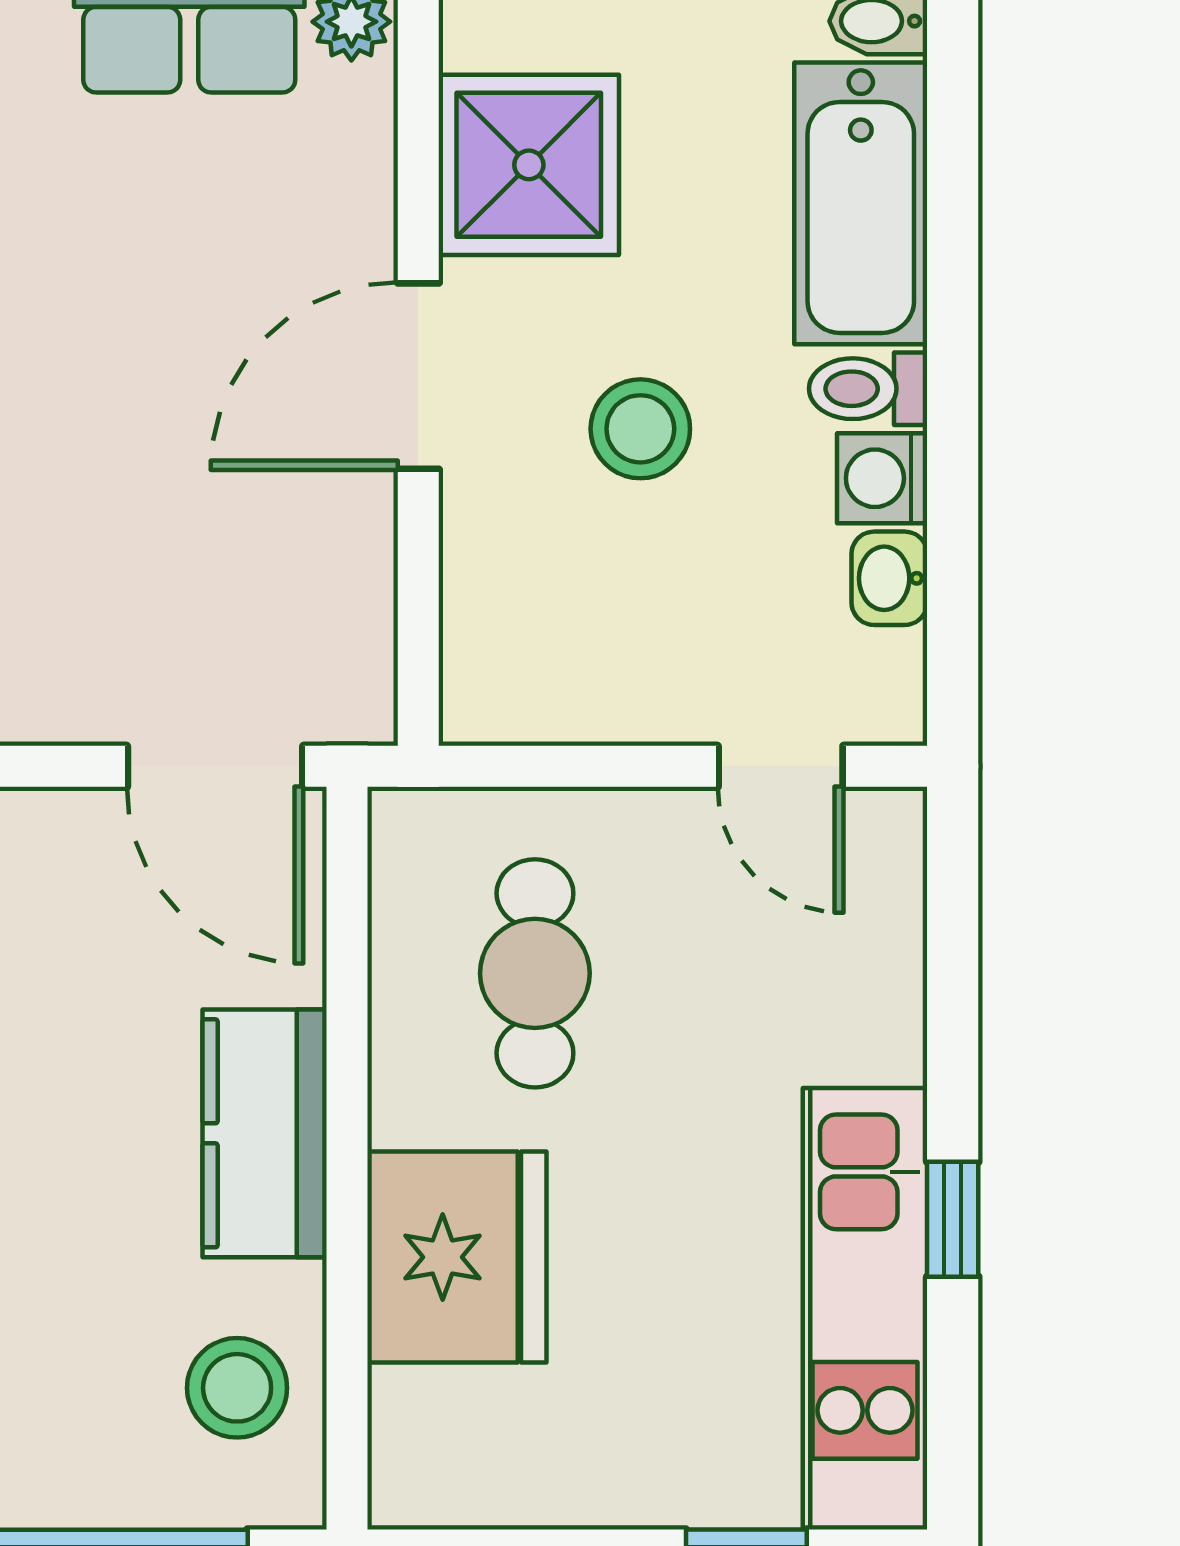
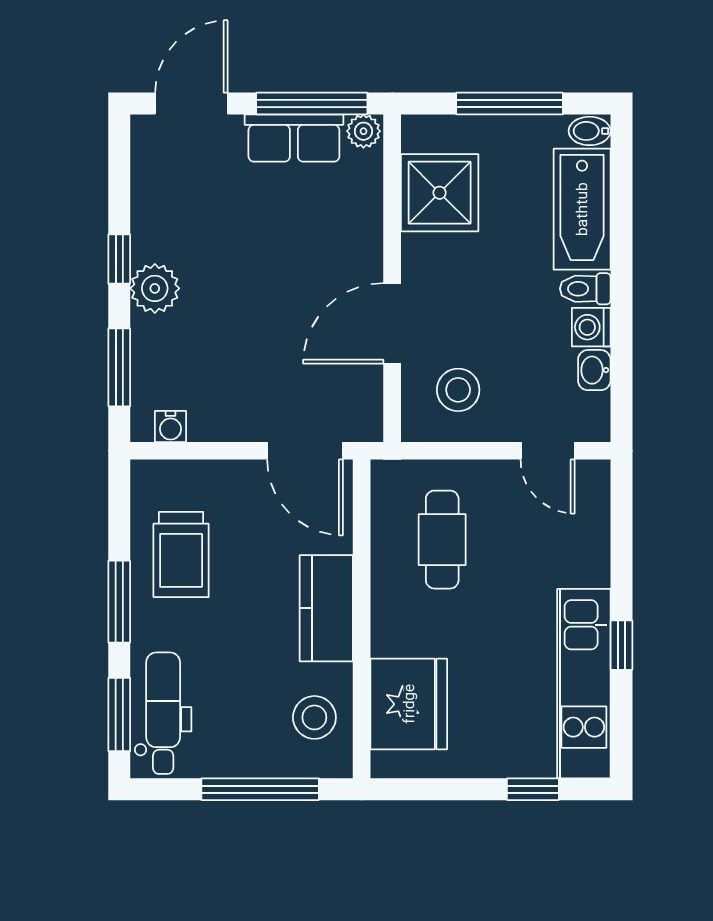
door: (418, 376) -> (392, 323), moved
stool: (640, 429) -> (458, 390), moved
fridge: (457, 1257) -> (409, 704), moved

